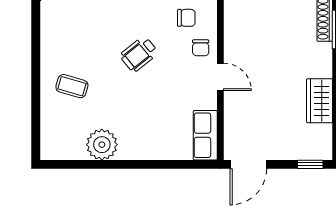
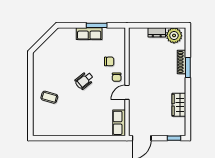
door: (220, 77) -> (127, 92), swing flipped
plant: (102, 145) -> (65, 128), removed

